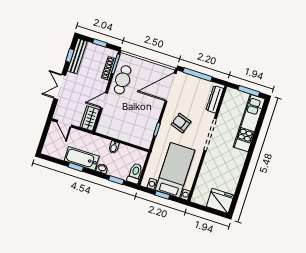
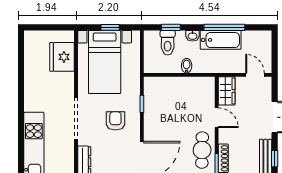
door: (104, 101) -> (217, 118), hinge flipped
armchair: (181, 123) -> (115, 121), turned -109
window: (76, 167) -> (224, 27), width x2.17
toilet: (135, 173) -> (168, 43), moved
fridge: (220, 201) -> (62, 57), moved, turned 90

